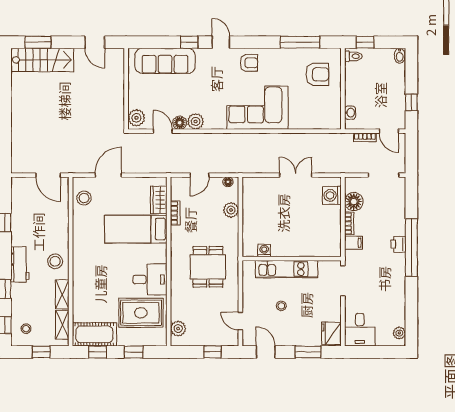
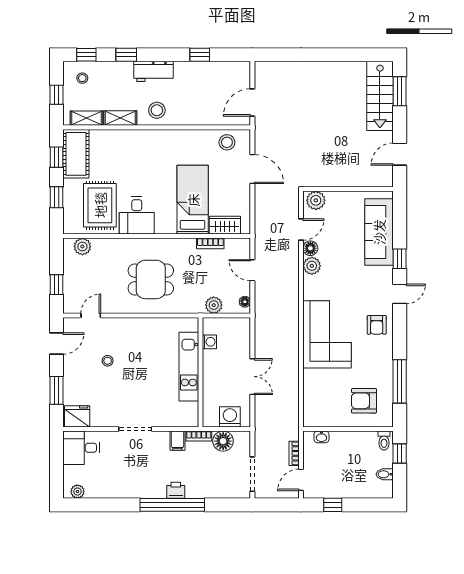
bidet: (400, 56) -> (385, 474), moved
armchair: (317, 74) -> (364, 401), turned 90
washing machine: (264, 251) -> (209, 342), moved
wall: (292, 259) -> (200, 372), moved
kitchen unit: (287, 269) -> (189, 367), moved

